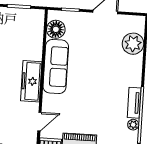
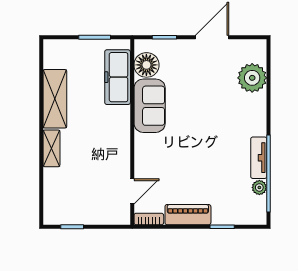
sofa: (56, 67) -> (150, 106), width x0.73
freezer: (31, 81) -> (118, 77), moved

